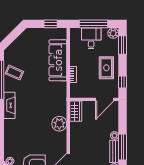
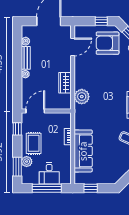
plant: (113, 33) -> (27, 162), moved
wardrobe: (76, 111) -> (65, 83), moved
plant: (59, 124) -> (82, 97), moved
window: (123, 147) -> (17, 62), removed

